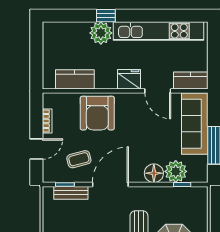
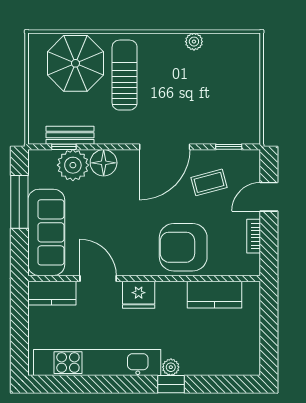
plant: (101, 33) -> (171, 367), width x0.53, depth x0.53
armchair: (97, 113) -> (183, 247), turned -90
bench: (71, 193) -> (70, 135), moved

